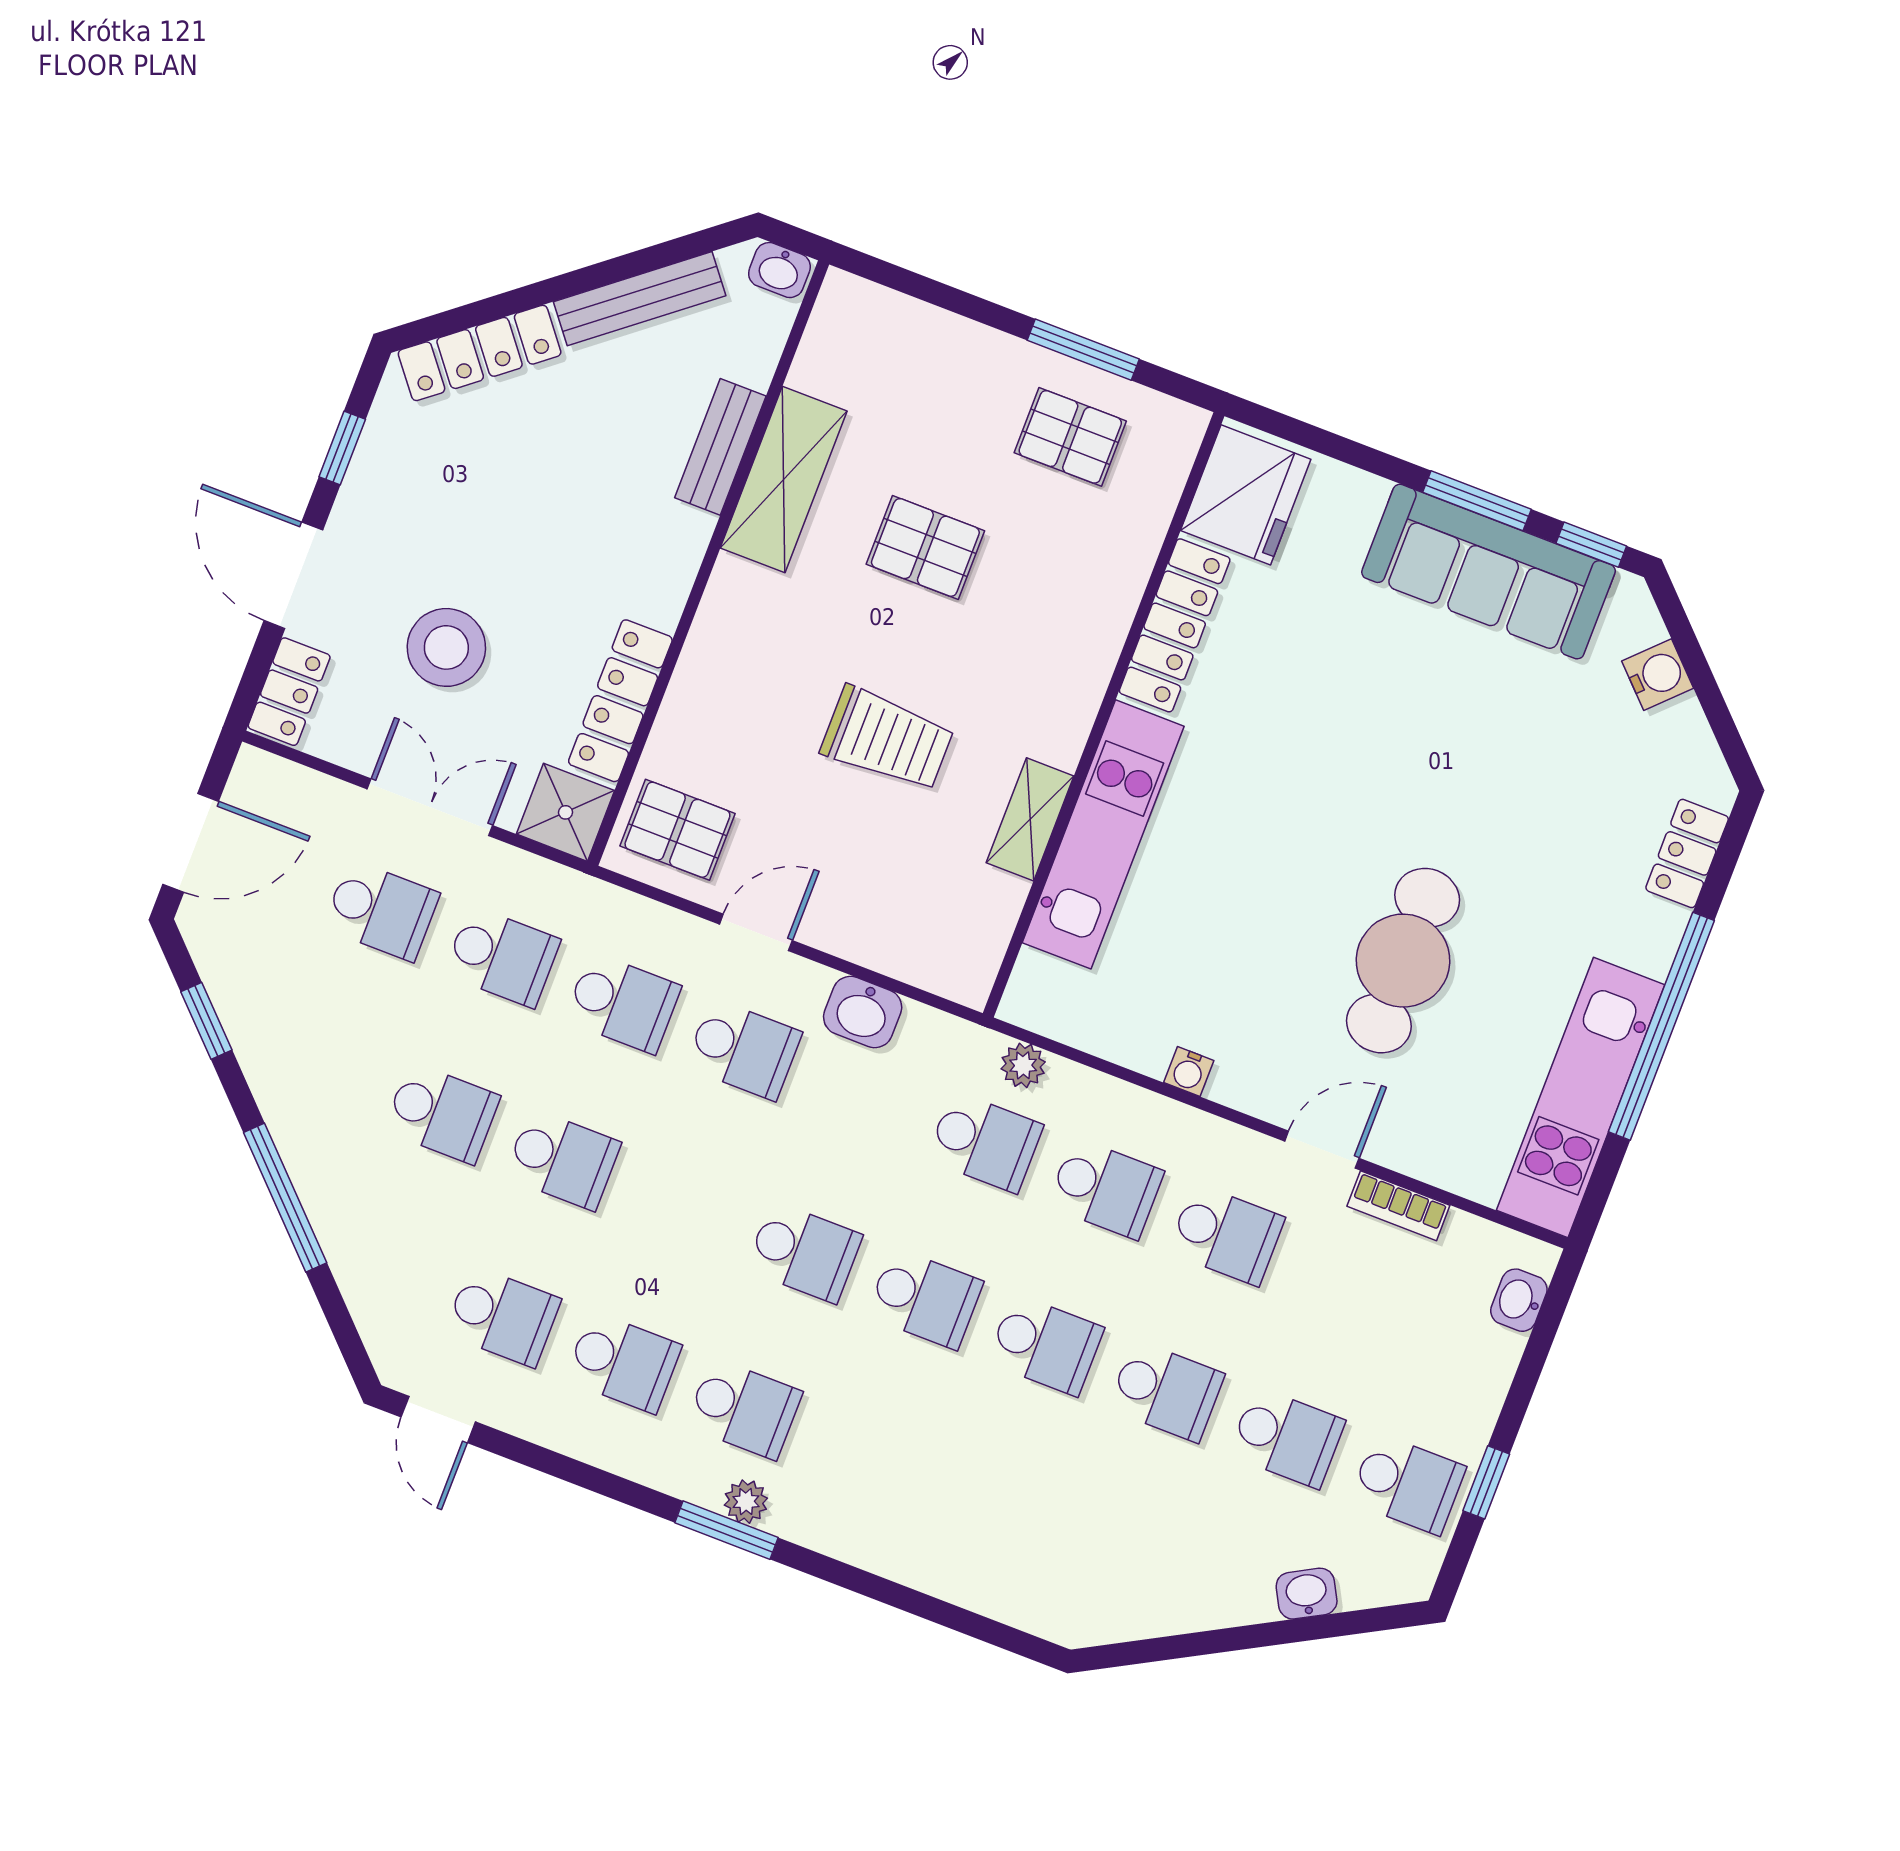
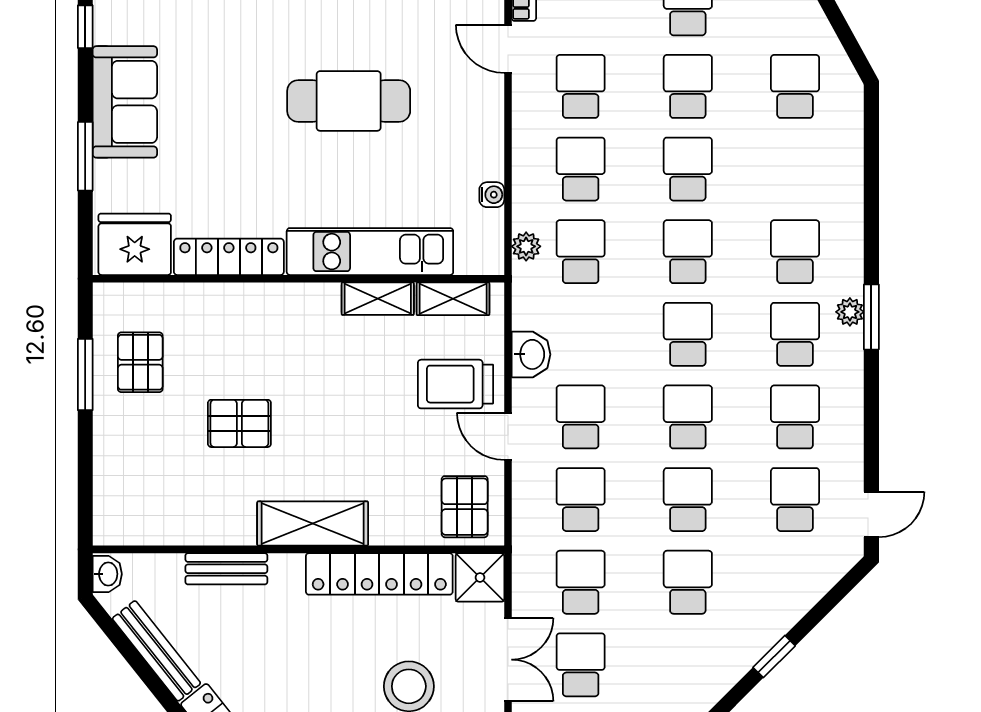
shelving: (784, 479) -> (313, 524), moved
window: (1477, 501) -> (85, 156), moved
pallet: (925, 547) -> (239, 423), turned 90
sofa: (1489, 572) -> (125, 102), width x0.73
locker: (620, 701) -> (379, 574), width x1.41, depth x1.21
trolley: (887, 739) -> (455, 384), moved, turned -90
double door: (430, 807) -> (508, 660), swing flipped
shelving: (988, 929) -> (453, 299), added
cafe table: (1403, 961) -> (349, 101), moved
water cooler: (1189, 1071) -> (492, 195), moved
window: (285, 1198) -> (774, 657), width x0.46
school desk: (683, 1206) -> (688, 417), added
school desk: (865, 1455) -> (795, 252), added
school desk: (1106, 1548) -> (795, 86), added

